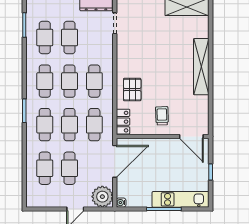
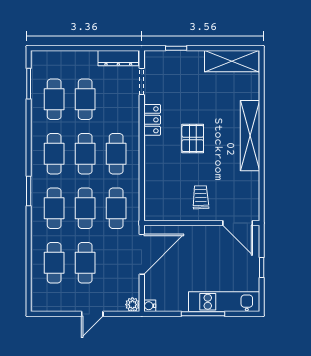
pallet: (132, 90) -> (193, 139), moved
locker: (123, 122) -> (152, 120), moved
plant: (102, 197) -> (132, 305), width x0.53, depth x0.53

